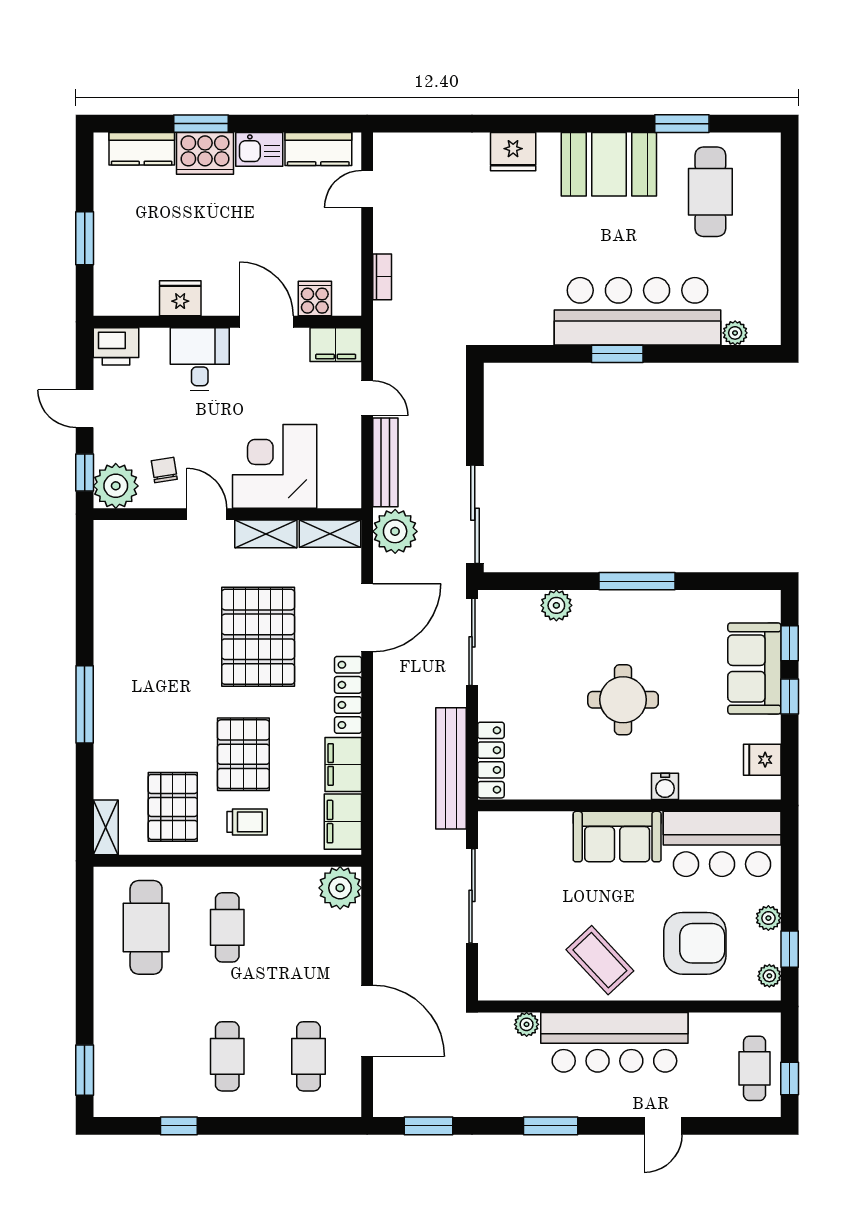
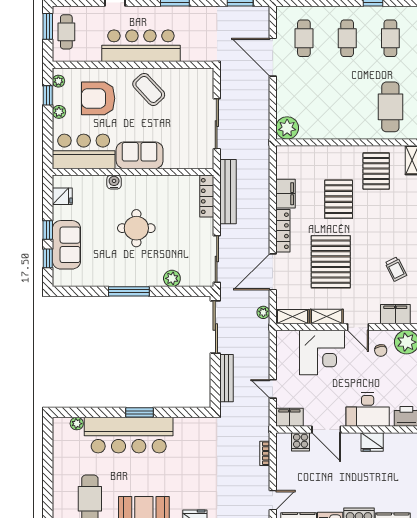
desk: (200, 359) -> (368, 410), width x1.37
bench: (385, 462) -> (227, 378), moved
plant: (395, 531) -> (263, 312), width x0.53, depth x0.53
trolley: (247, 822) -> (396, 269), moved, turned -117
filing cabinet: (343, 822) -> (395, 314), moved, turned -90
cafe table: (227, 927) -> (390, 38), moved
plant: (527, 1024) -> (188, 55), removed
window: (790, 1078) -> (48, 26), width x1.50

